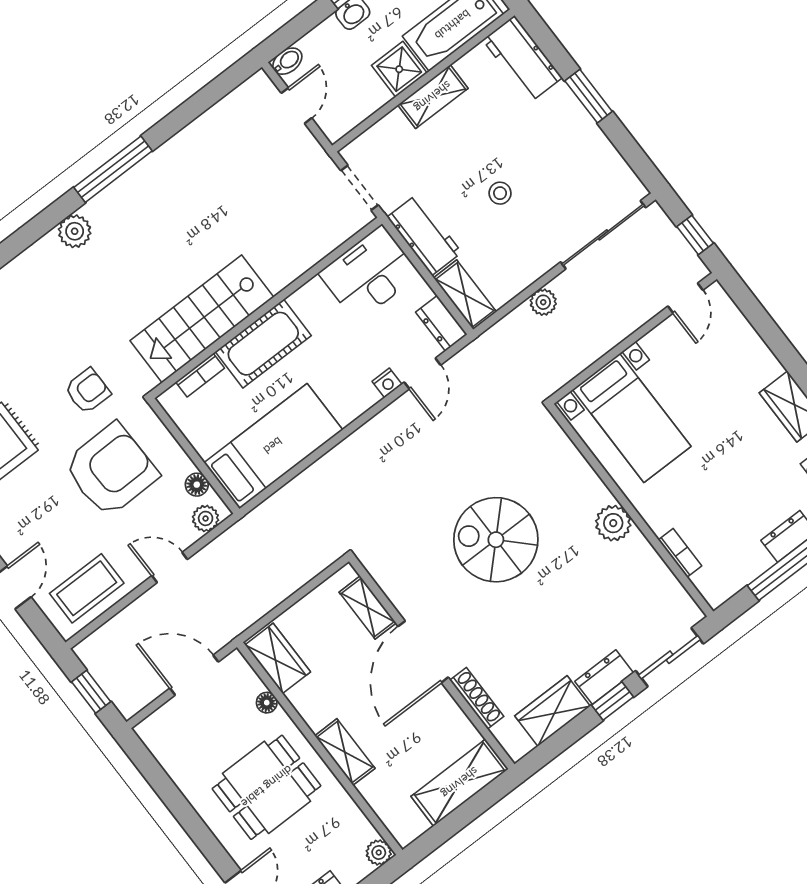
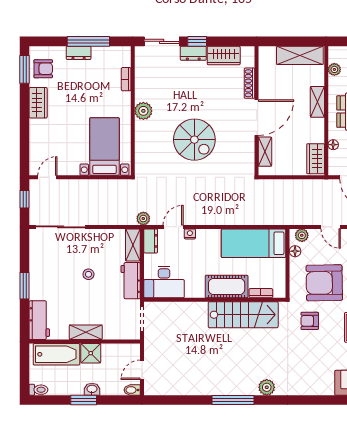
plant: (543, 302) -> (143, 219), moved
shelving: (460, 783) -> (300, 55), moved
plant: (379, 853) -> (334, 69), moved

